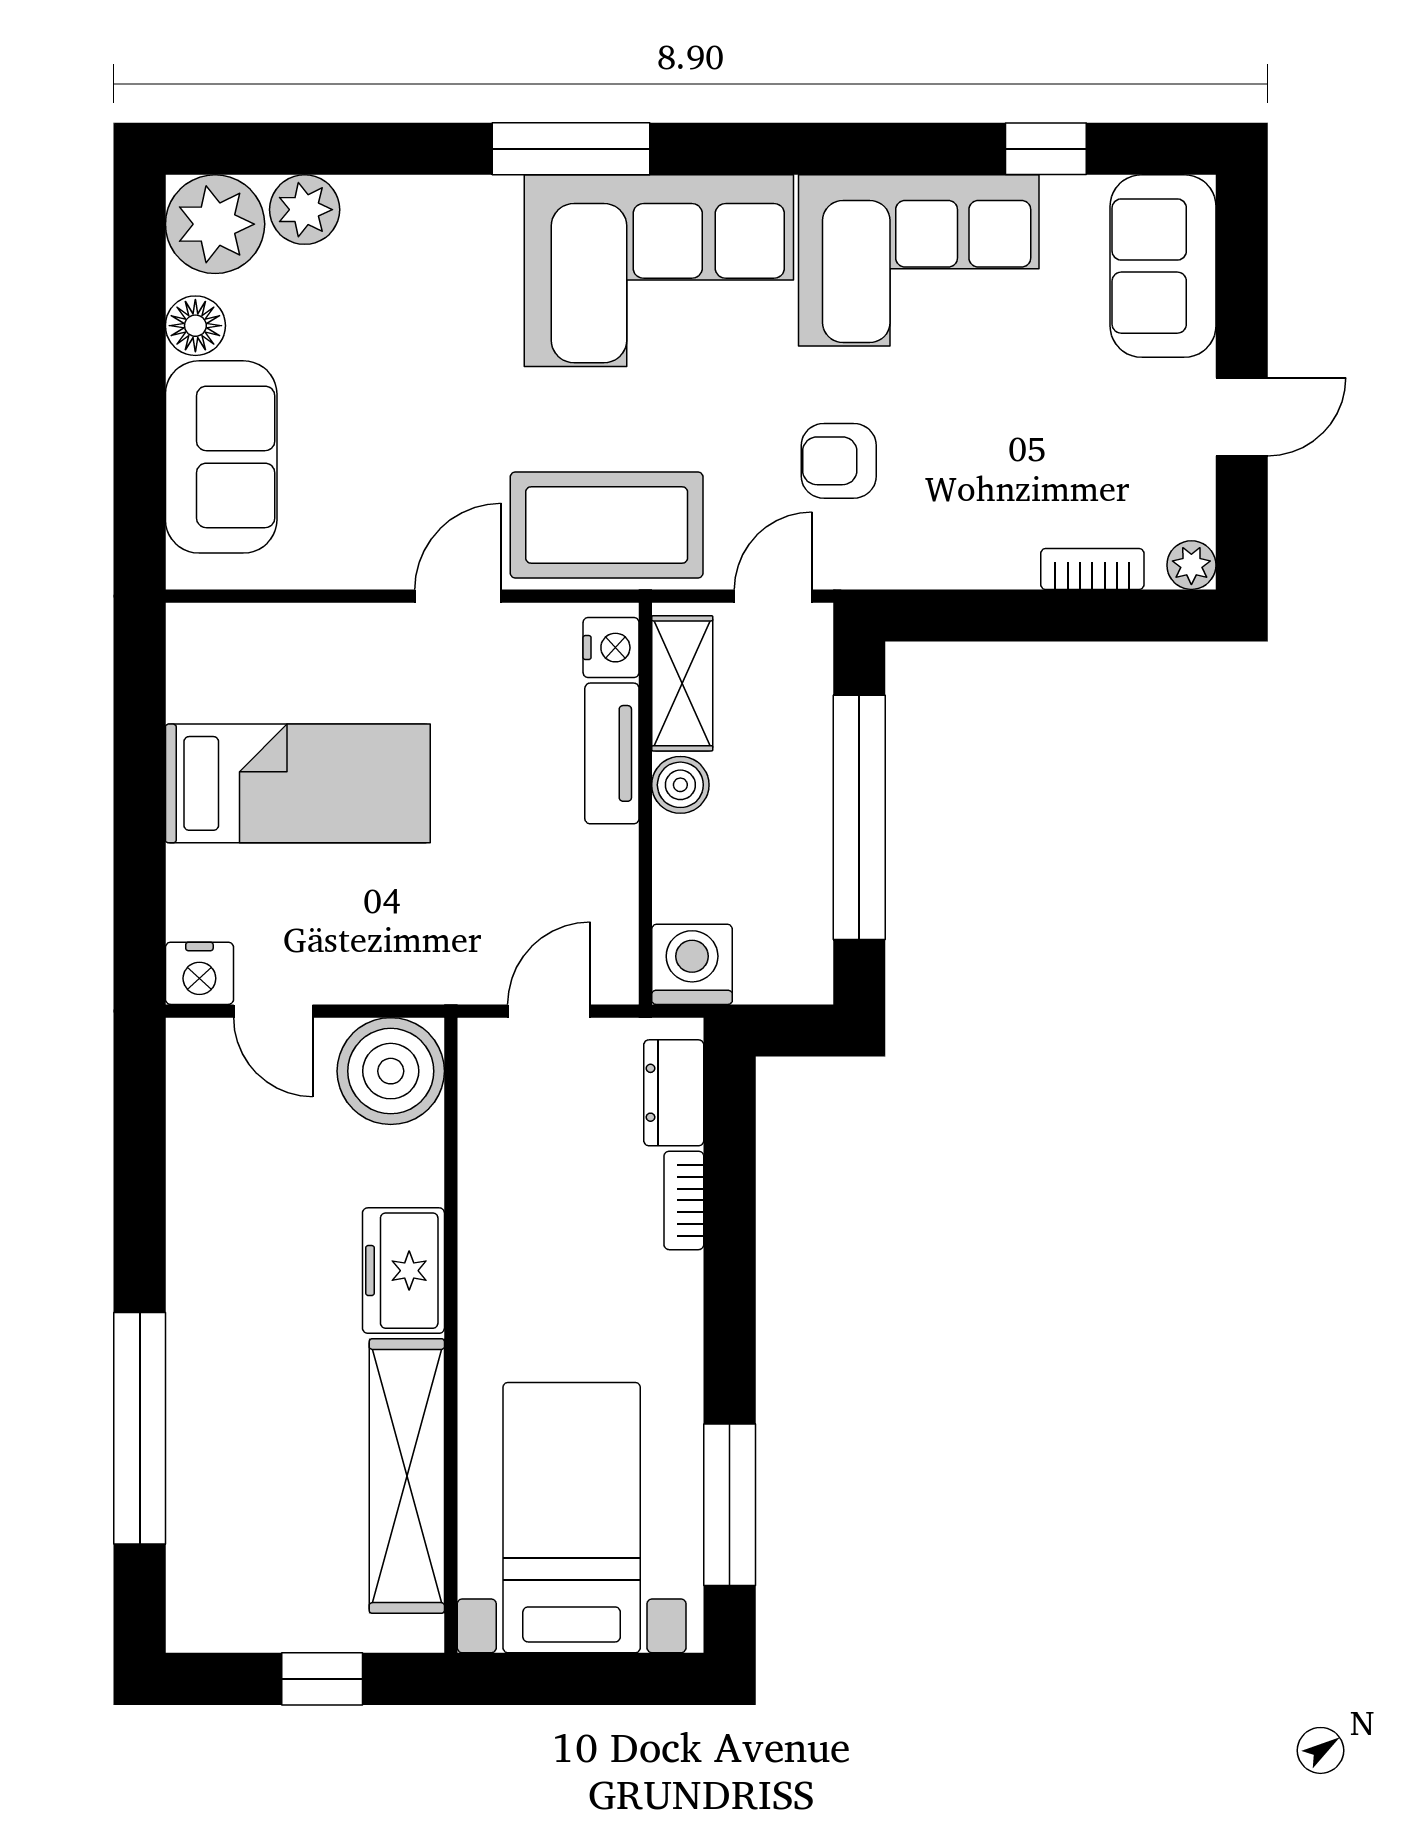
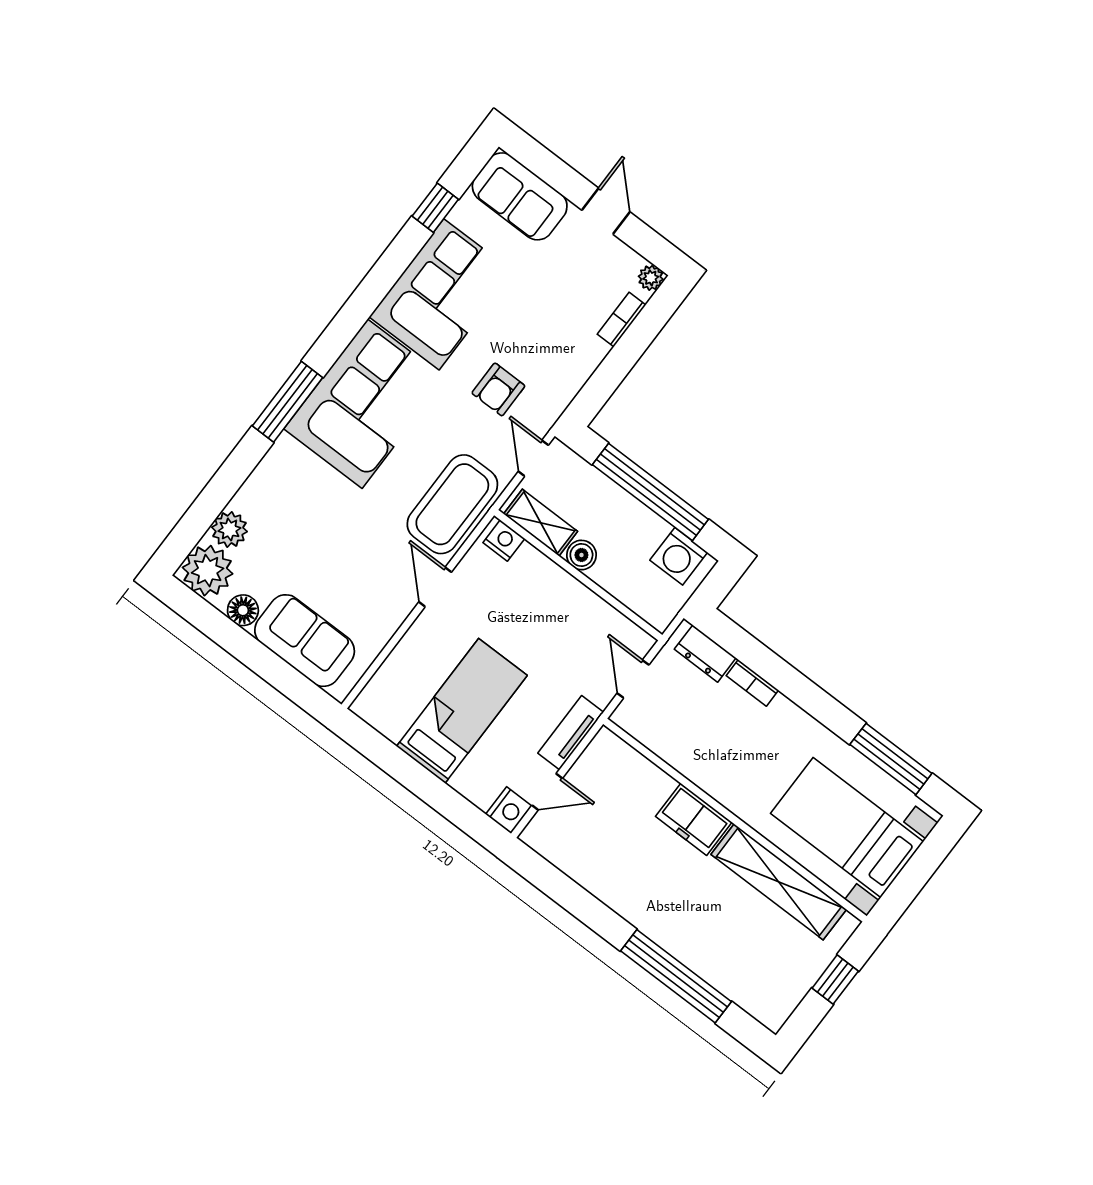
tv unit: (612, 753) -> (571, 733), moved, turned 90
washing machine: (692, 964) -> (679, 556), moved, turned -90
boiler: (391, 1071) -> (608, 762), removed

